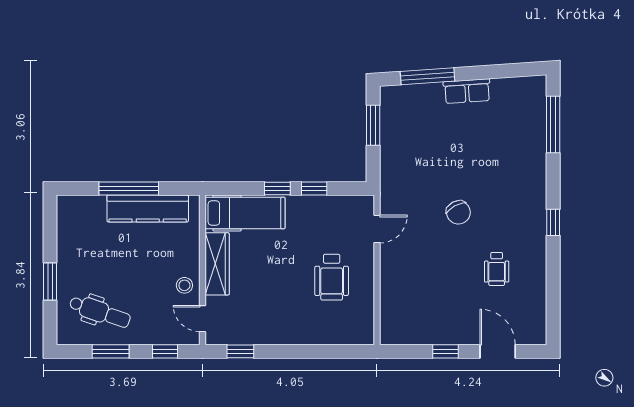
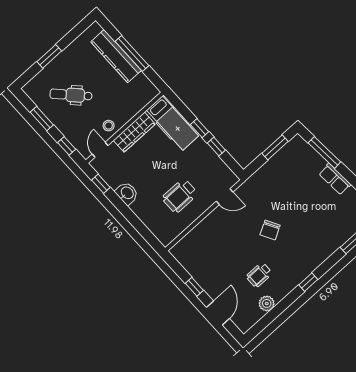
kitchen counter: (148, 209) -> (116, 56), moved
plant: (535, 289) -> (267, 303), added
dental chair: (100, 312) -> (71, 95), moved, turned 117
washbasin: (276, 332) -> (127, 193), added

